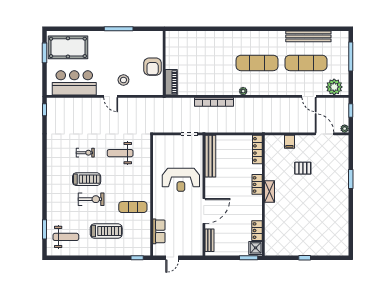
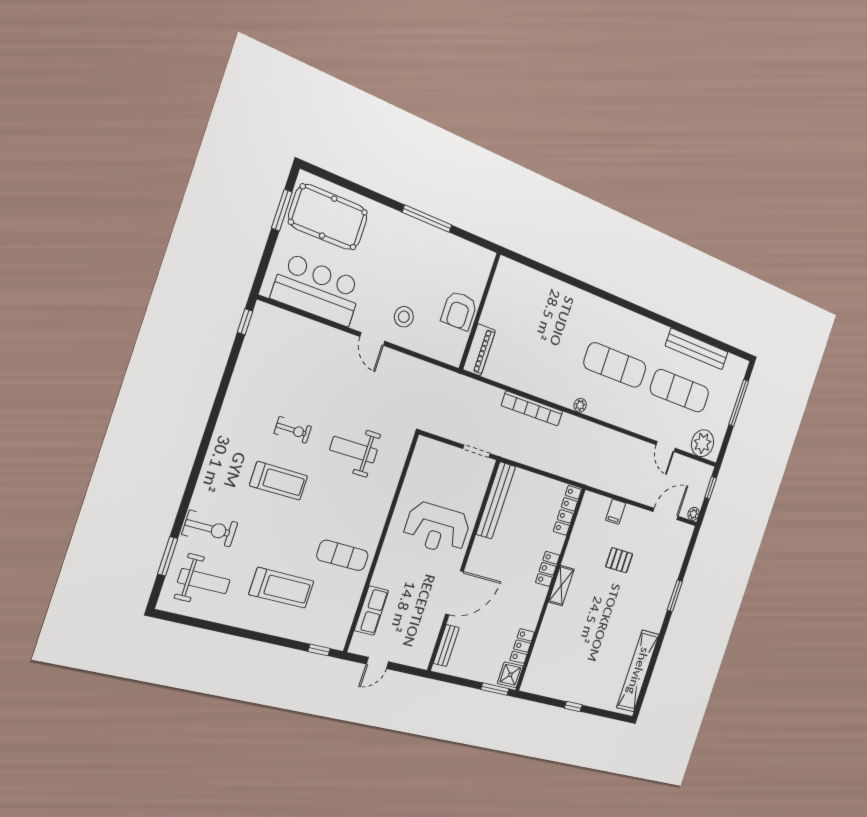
door: (325, 134) -> (666, 514), hinge flipped
exercise bike: (91, 199) -> (210, 529), moved
shelving: (342, 228) -> (638, 671), added

